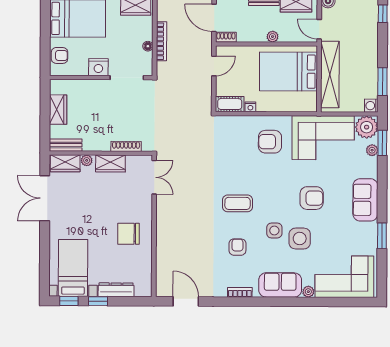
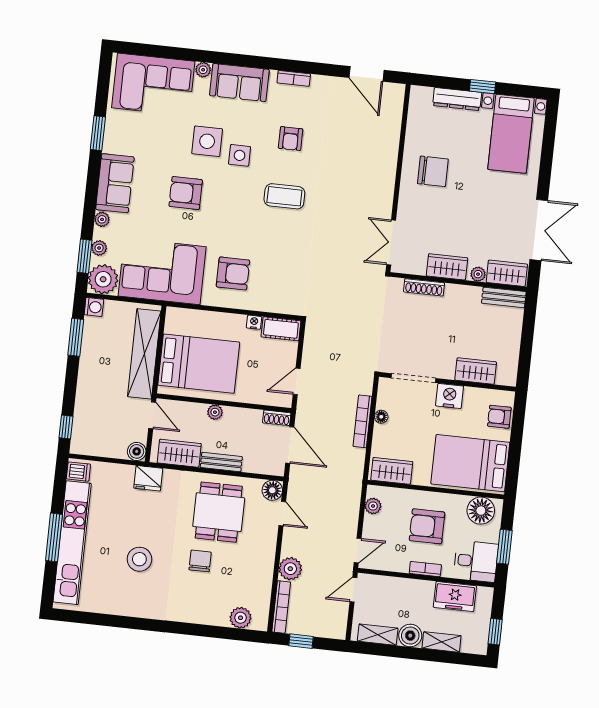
wardrobe: (58, 110) -> (476, 371), moved, turned 90
plant: (372, 172) -> (102, 219), added
window: (69, 301) -> (521, 91), removed

